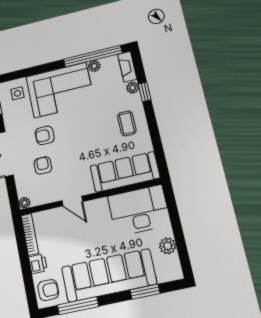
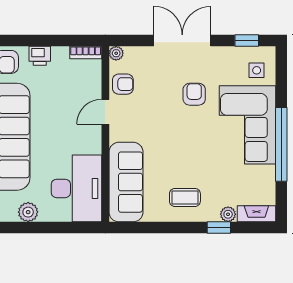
window: (93, 56) -> (281, 144), moved
plant: (94, 66) -> (268, 174), removed
armchair: (43, 165) -> (123, 84), moved
bookcase: (30, 234) -> (86, 52), width x0.64

